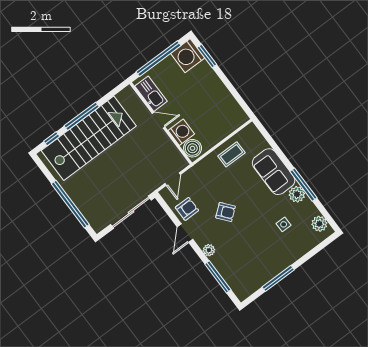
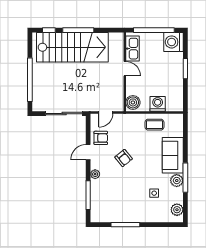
window: (207, 56) -> (185, 69), moved
washing machine: (181, 132) -> (158, 104), moved, turned -90

